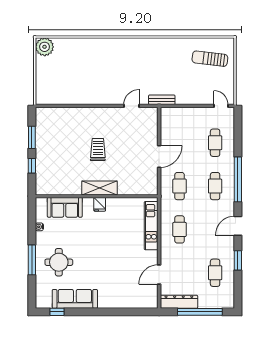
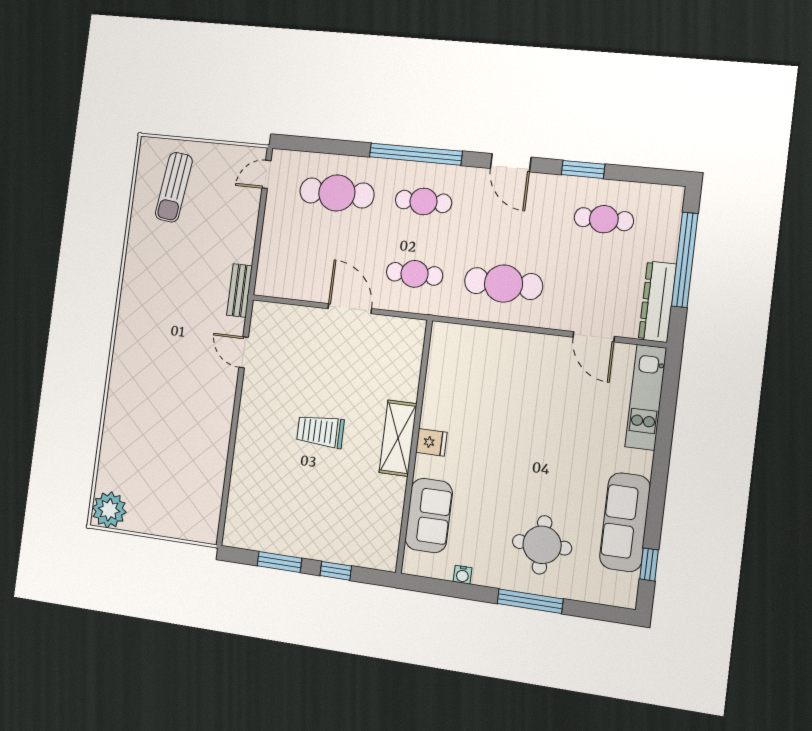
cafe table: (215, 143) -> (337, 193), width x1.37, depth x1.35
kitchen unit: (151, 226) -> (646, 397), moved, turned 90
cafe table: (180, 229) -> (504, 284), width x1.37, depth x1.35

